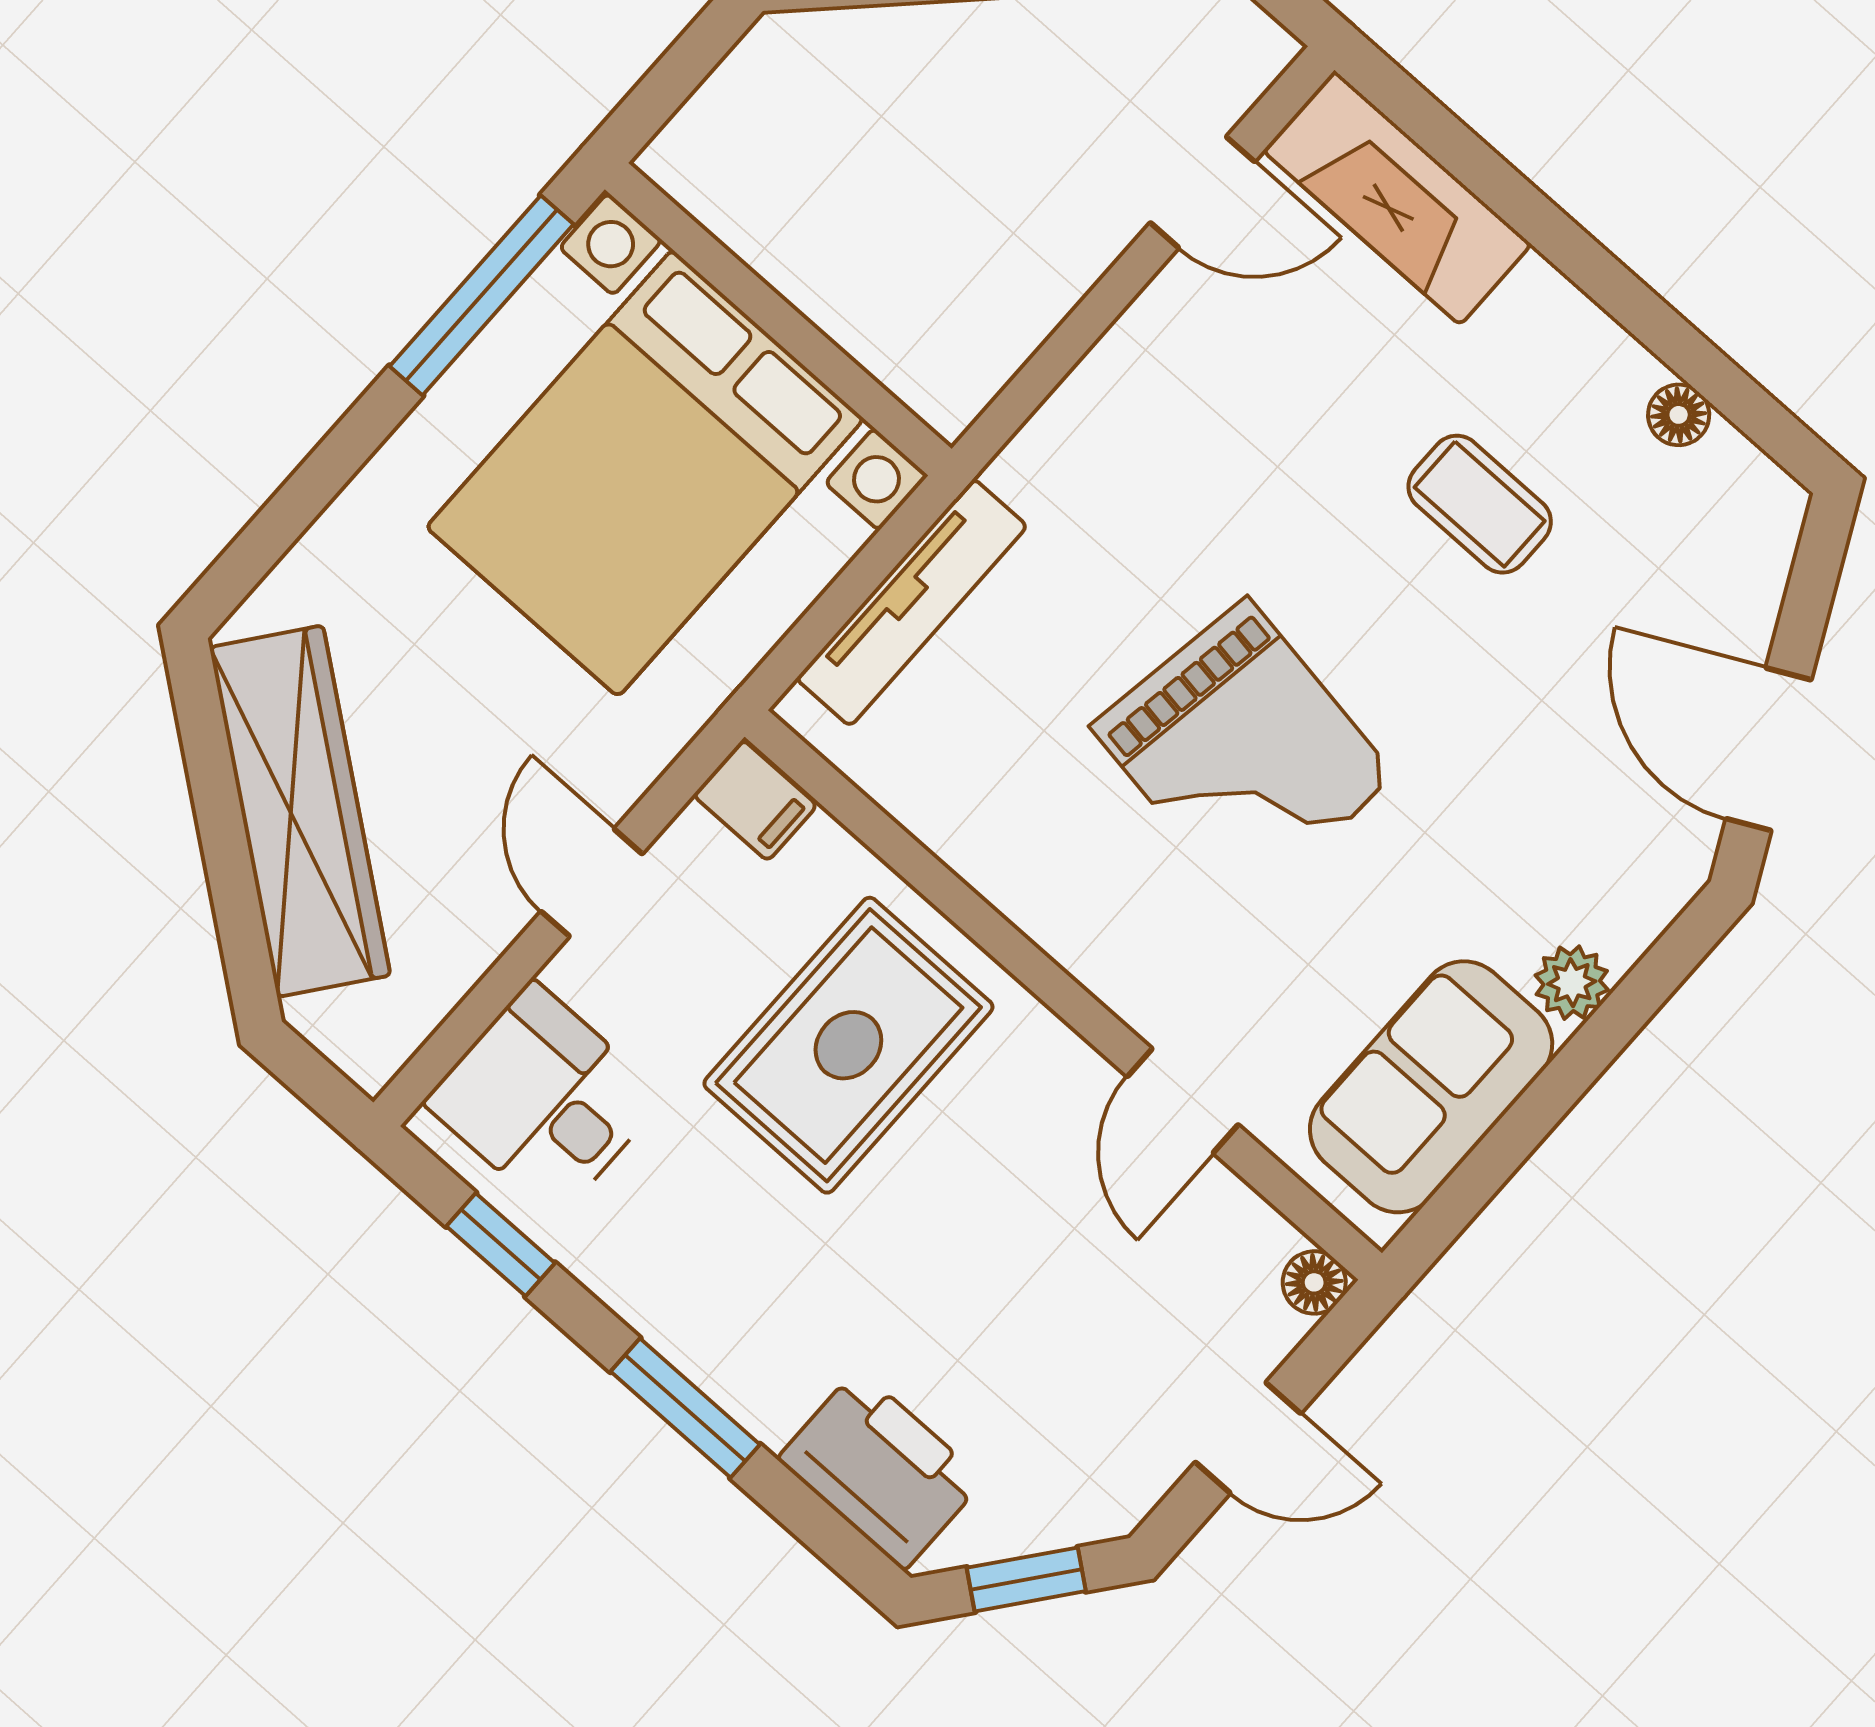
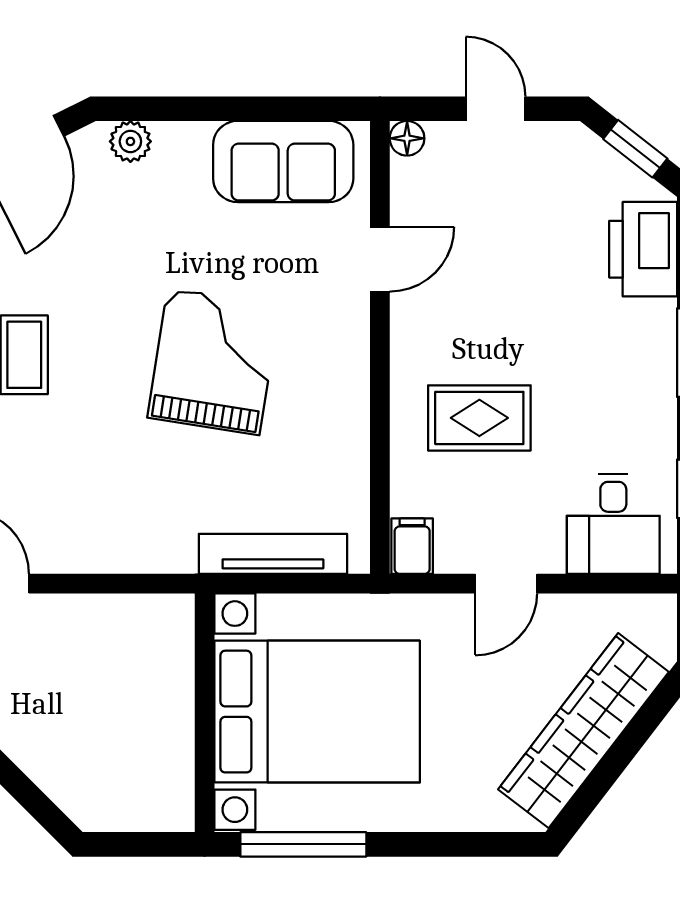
plant: (1572, 983) -> (130, 141), moved
rug: (848, 1045) -> (479, 418), width x0.73, depth x0.70

